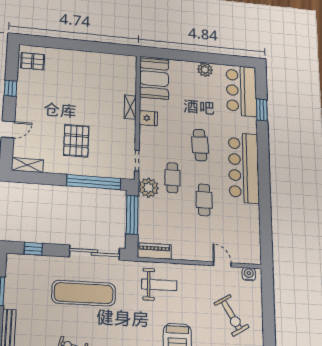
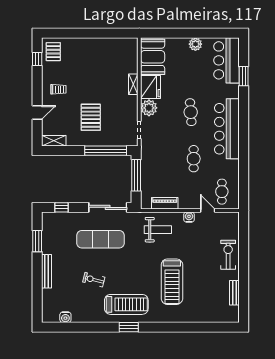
pallet: (33, 61) -> (53, 52), turned 90
window: (11, 88) -> (37, 59), moved
trolley: (37, 105) -> (58, 89), added
fridge: (148, 118) -> (151, 87), width x1.88, depth x1.34
cafe table: (172, 178) -> (222, 192), moved
plant: (149, 188) -> (149, 108), moved
piano: (154, 251) -> (165, 203), moved
water cooler: (249, 274) -> (189, 217), moved
exercise bike: (232, 315) -> (228, 255), moved, turned -149

